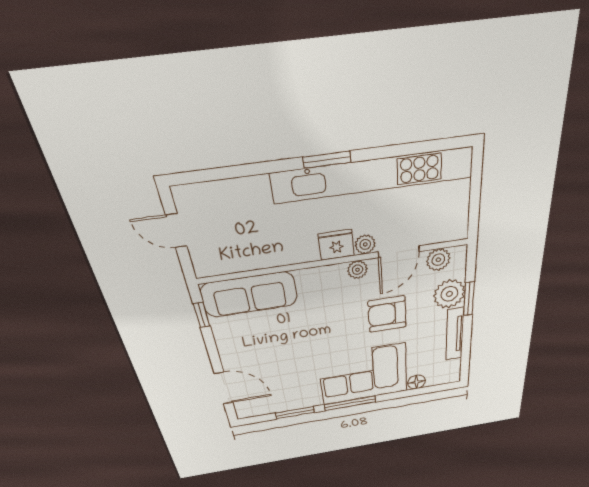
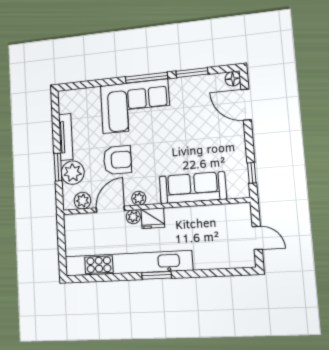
sofa: (249, 295) -> (193, 188), moved
floor lamp: (416, 382) -> (233, 79), moved

